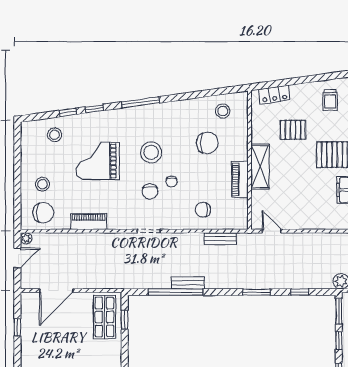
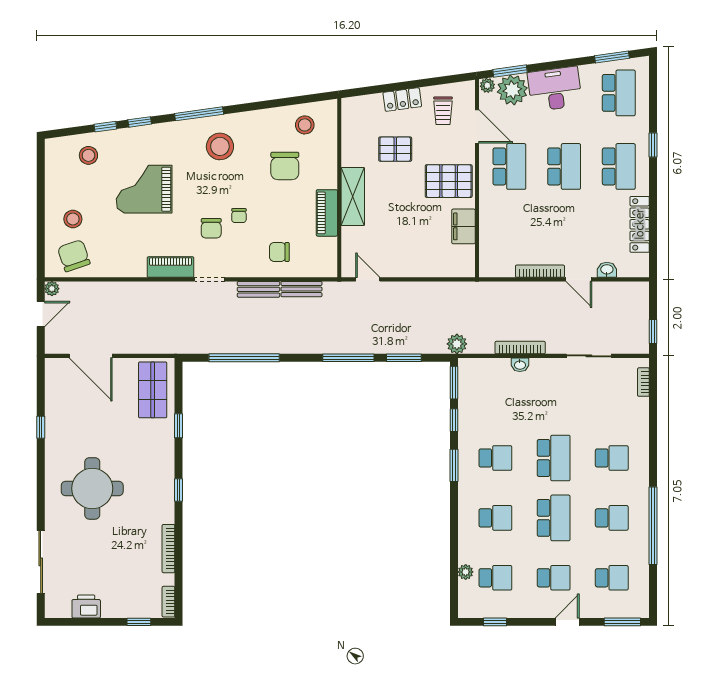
locker: (274, 95) -> (402, 100), moved
chair: (207, 143) -> (285, 166), turned 90
stool: (151, 152) -> (220, 146), moved
chair: (43, 213) -> (74, 256), turned -109
piano: (89, 222) -> (171, 267), moved
bench: (188, 283) -> (258, 289), moved
door: (56, 291) -> (91, 356), hinge flipped
window: (257, 292) -> (348, 358), width x1.44
window: (300, 292) -> (404, 358), width x1.50
window: (125, 320) -> (178, 426), moved
window: (17, 327) -> (41, 427), moved

